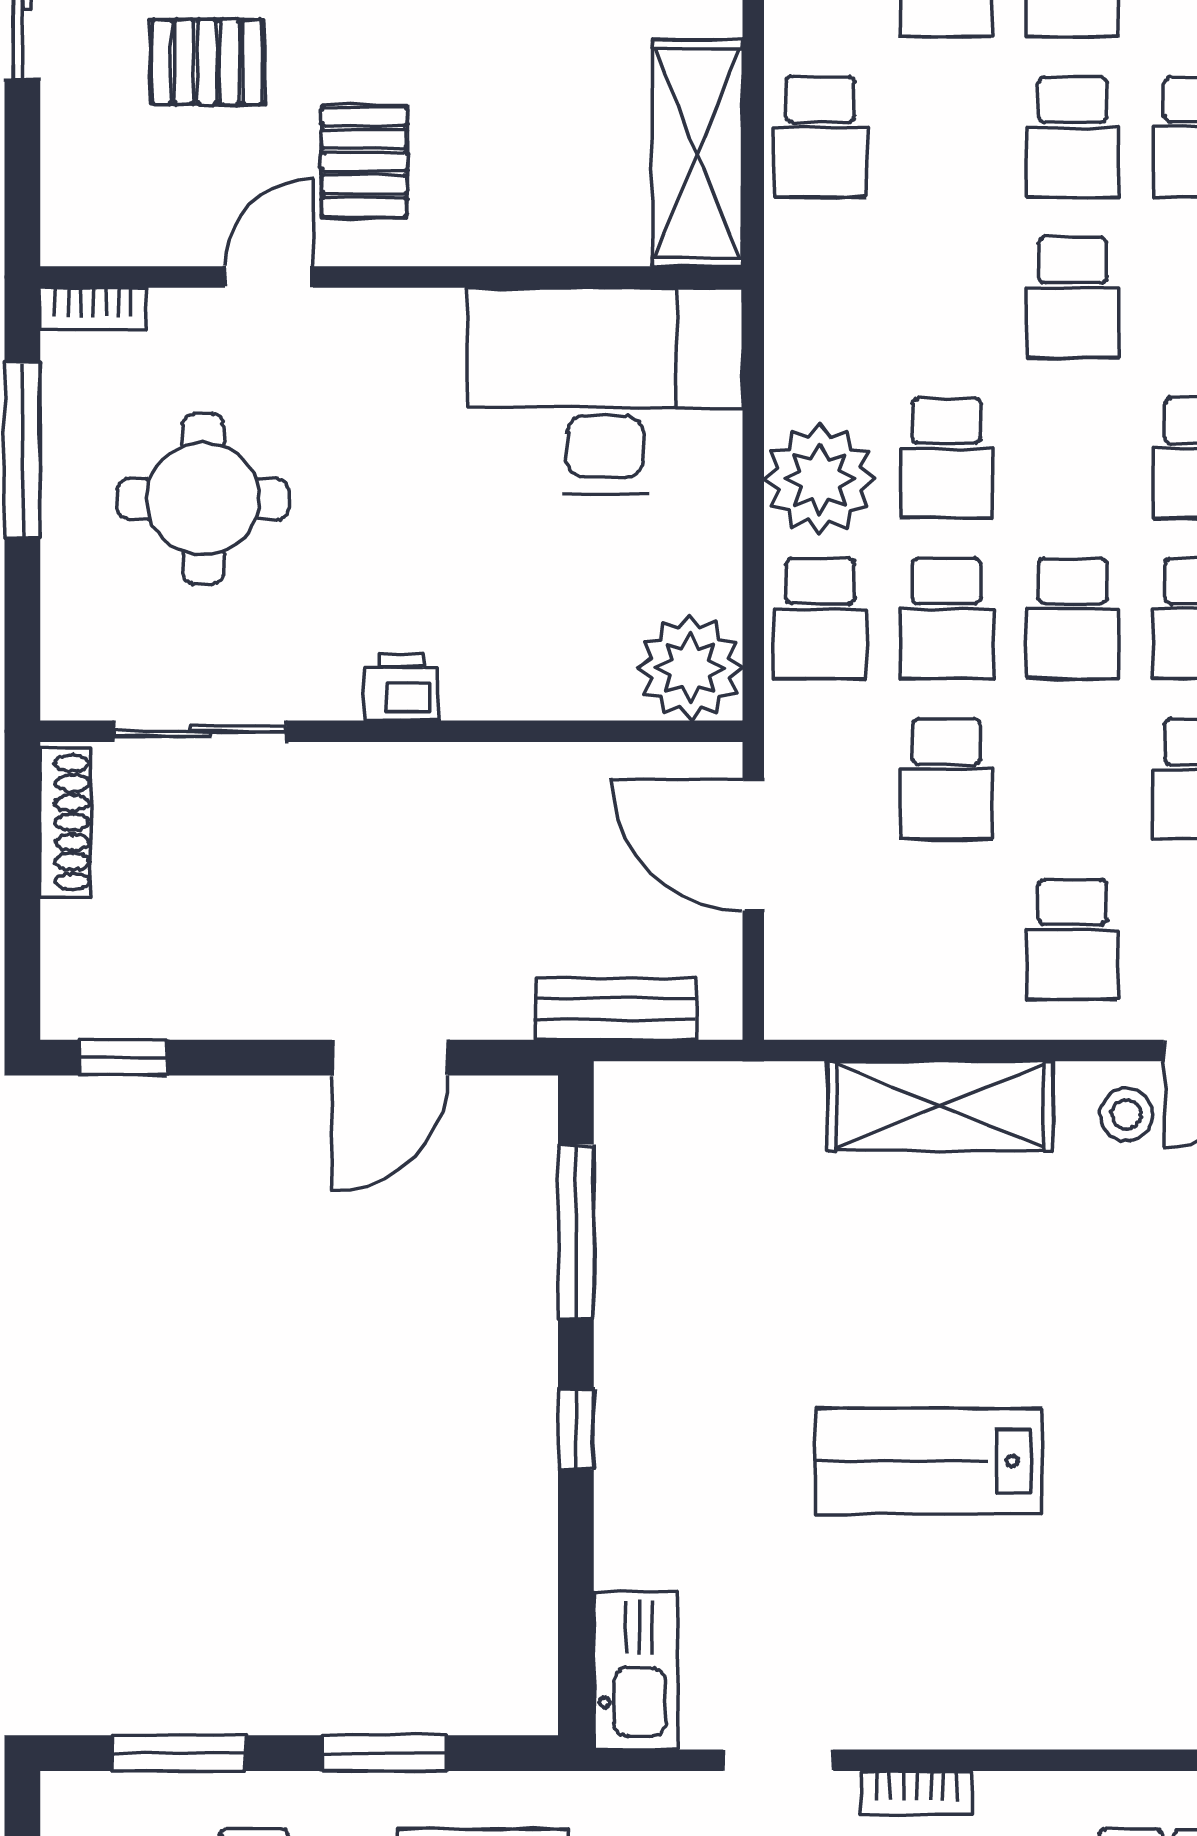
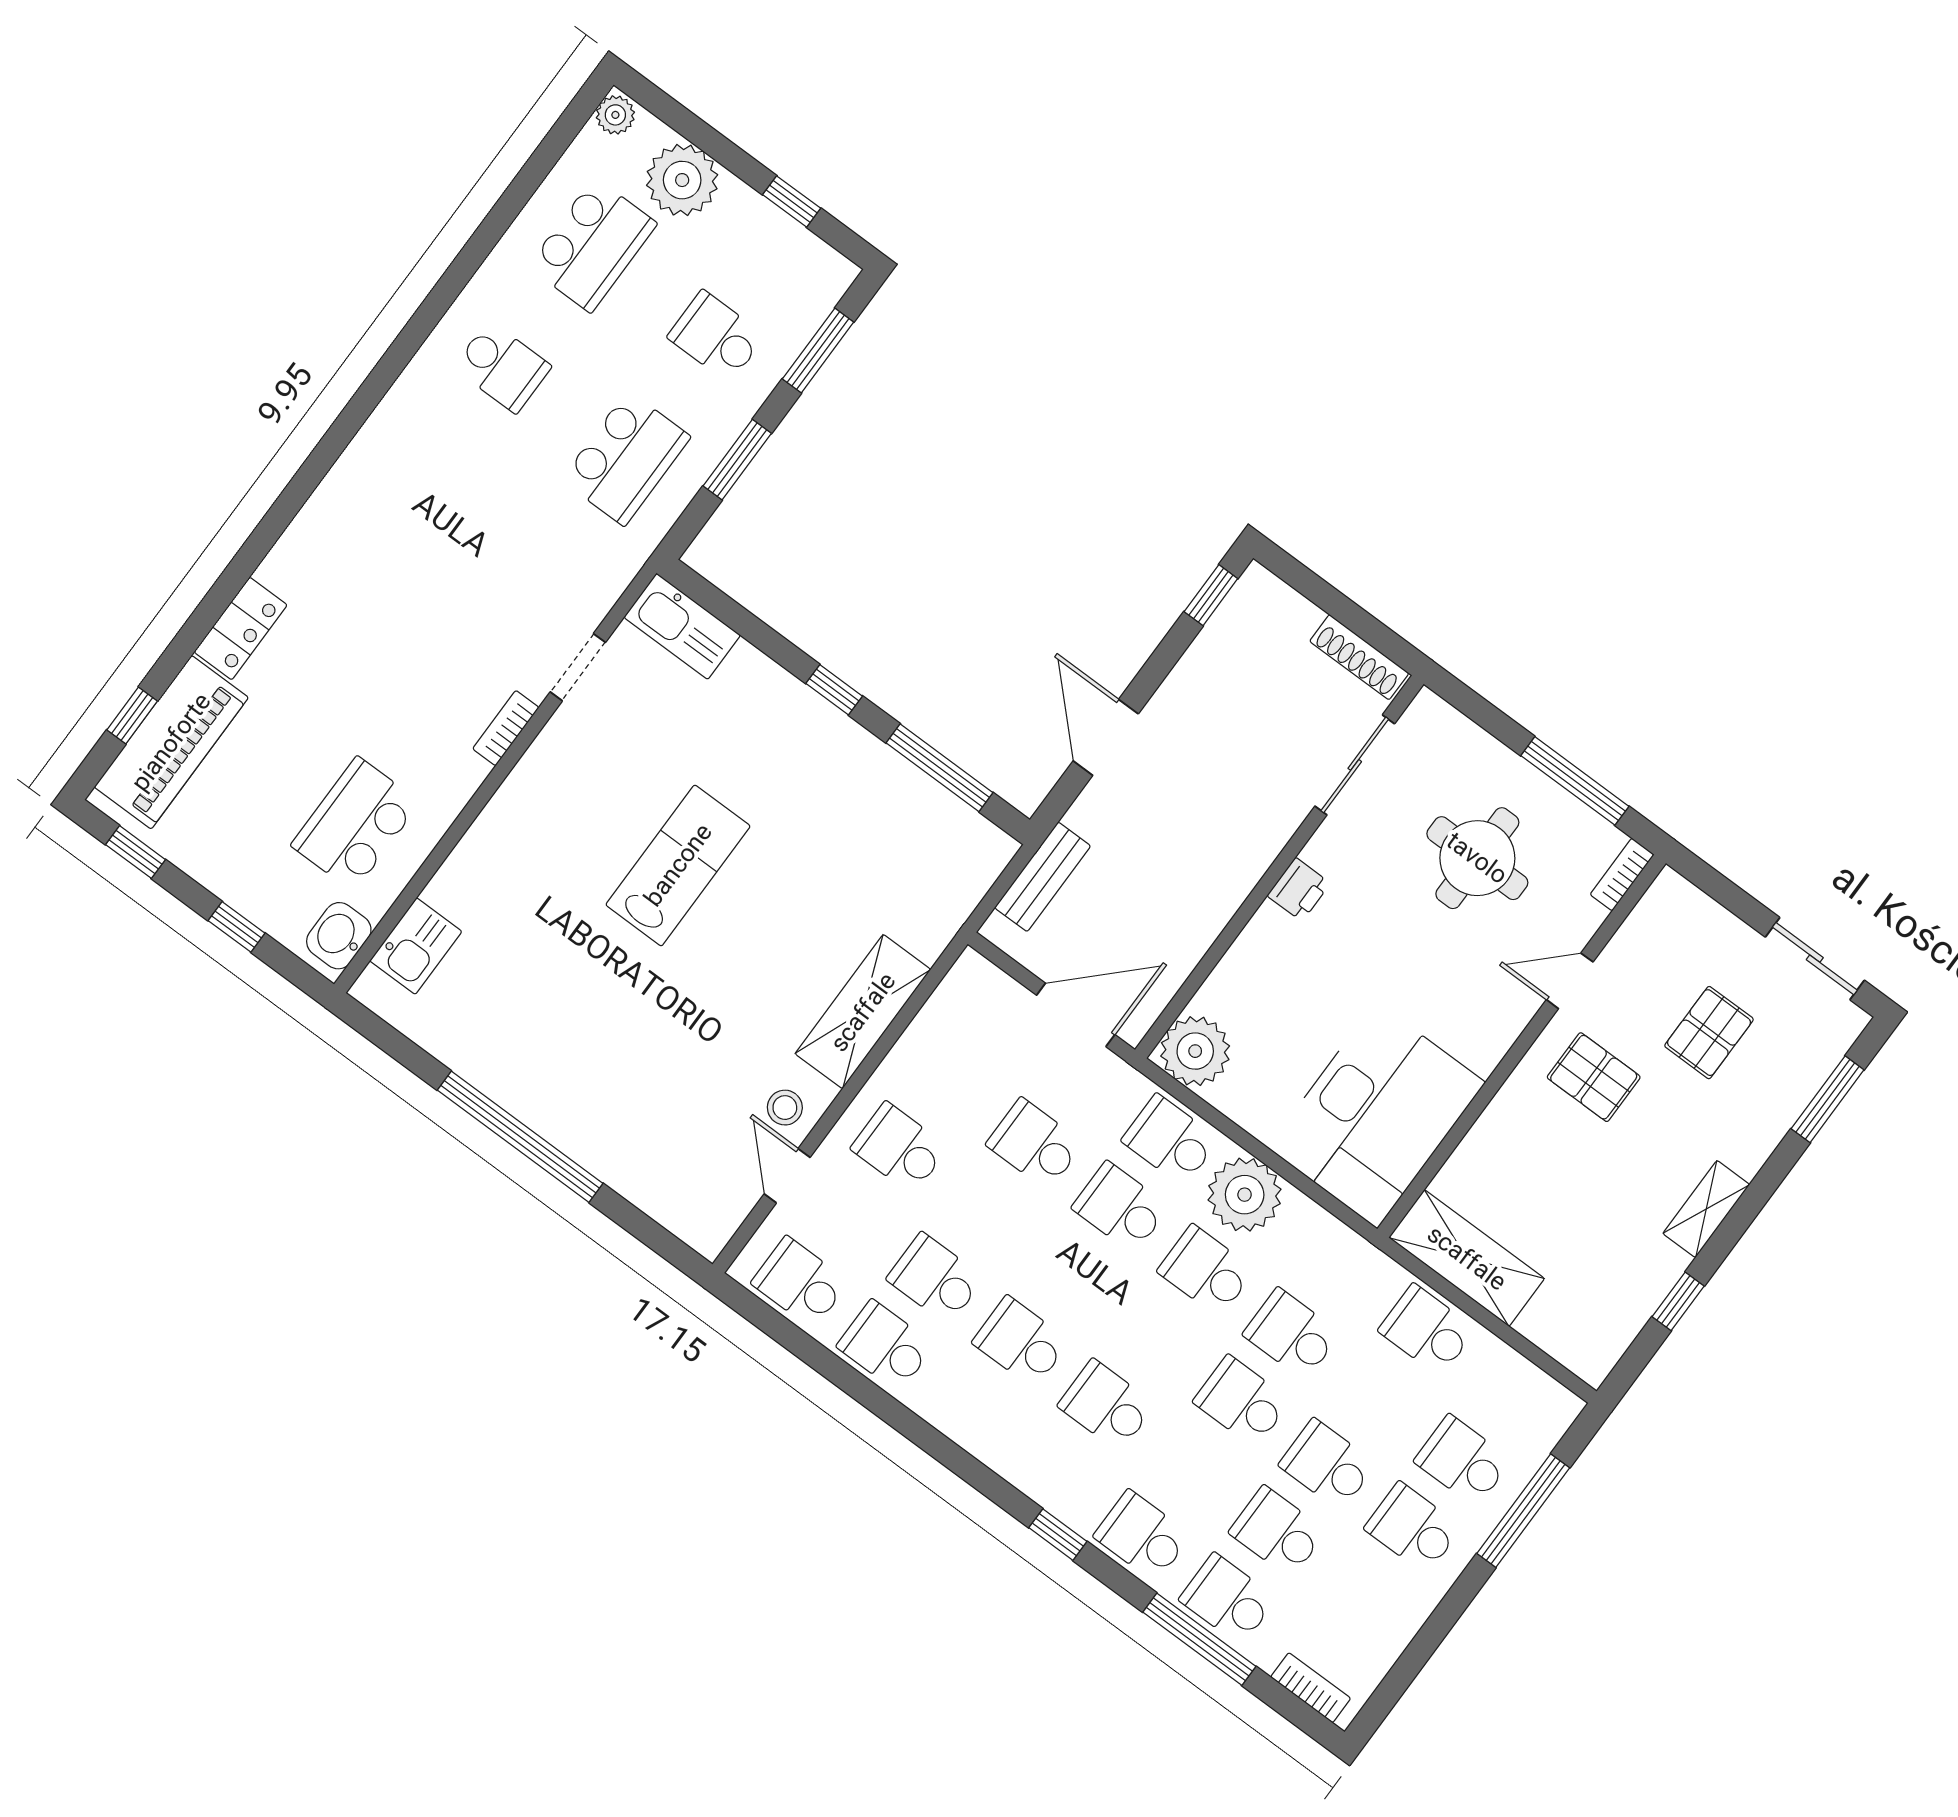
door: (269, 277) -> (1570, 981), swing flipped
school desk: (1073, 618) -> (1292, 1334), moved

